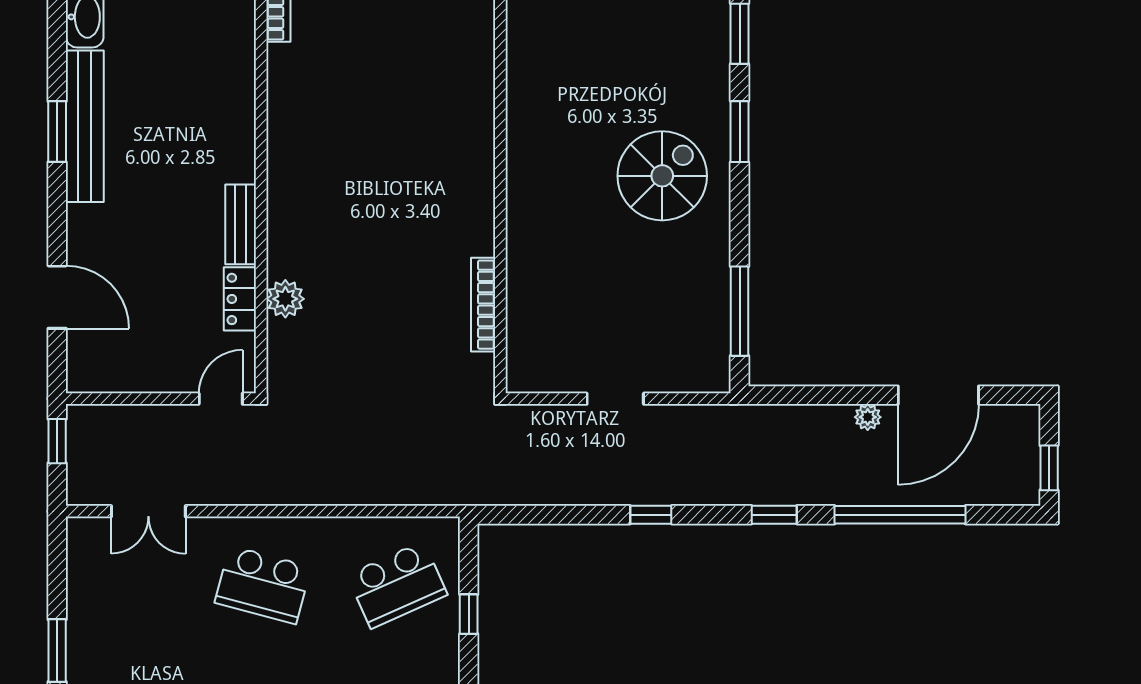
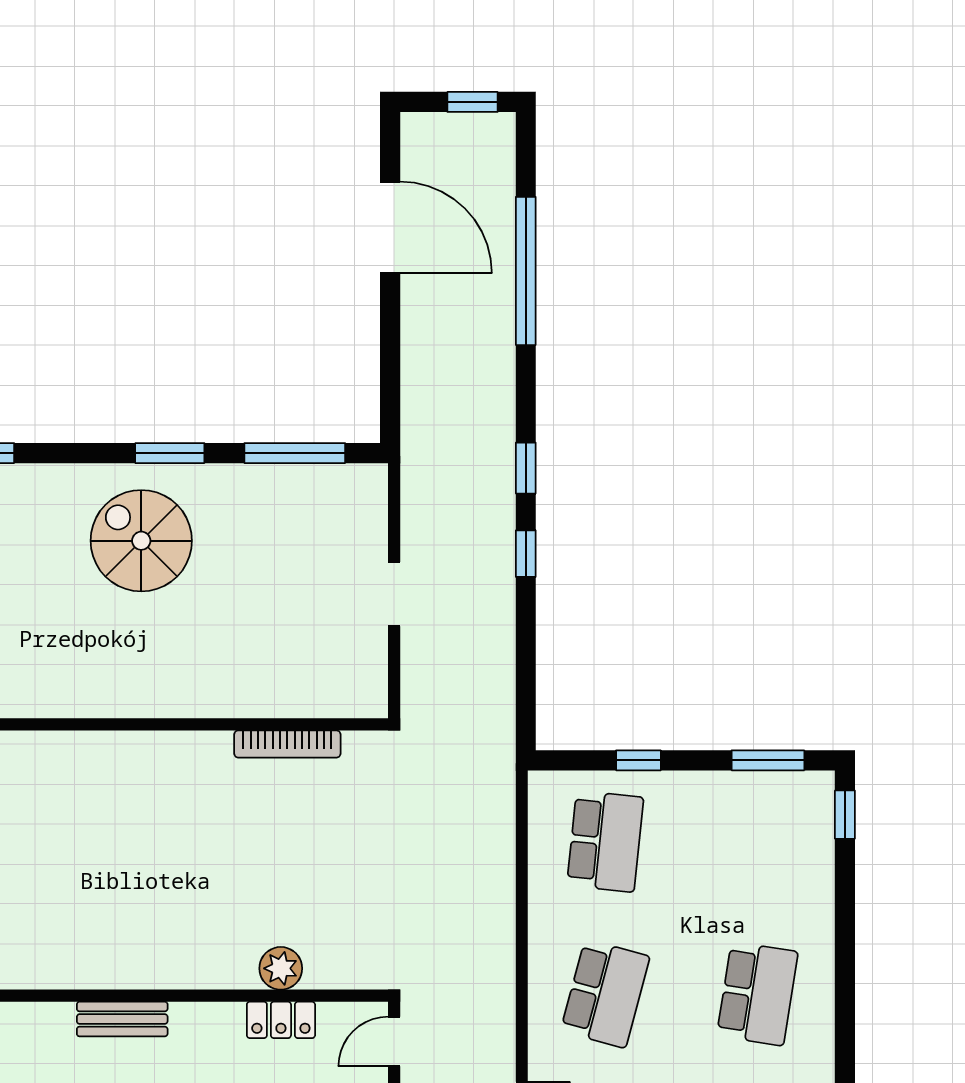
window: (740, 132) -> (170, 453), moved
bench: (241, 224) -> (122, 1019), moved
door: (221, 399) -> (394, 1042), hinge flipped
plant: (868, 417) -> (415, 308), removed
window: (774, 515) -> (526, 468), moved
school desk: (397, 585) -> (605, 841), turned 30

